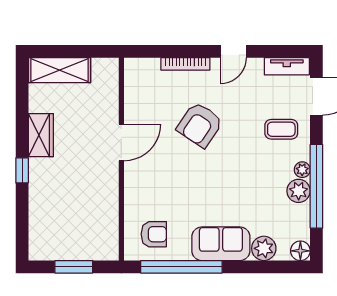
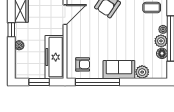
boiler: (37, 199) -> (19, 45), added
freezer: (102, 221) -> (54, 57), added
floor lamp: (300, 251) -> (162, 53), moved

